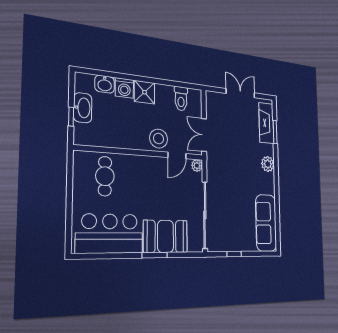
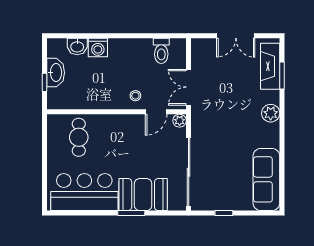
shower: (145, 92) -> (120, 49), removed
double door: (240, 93) -> (236, 36), swing flipped
stool: (159, 139) -> (135, 96), width x0.53, depth x0.53

